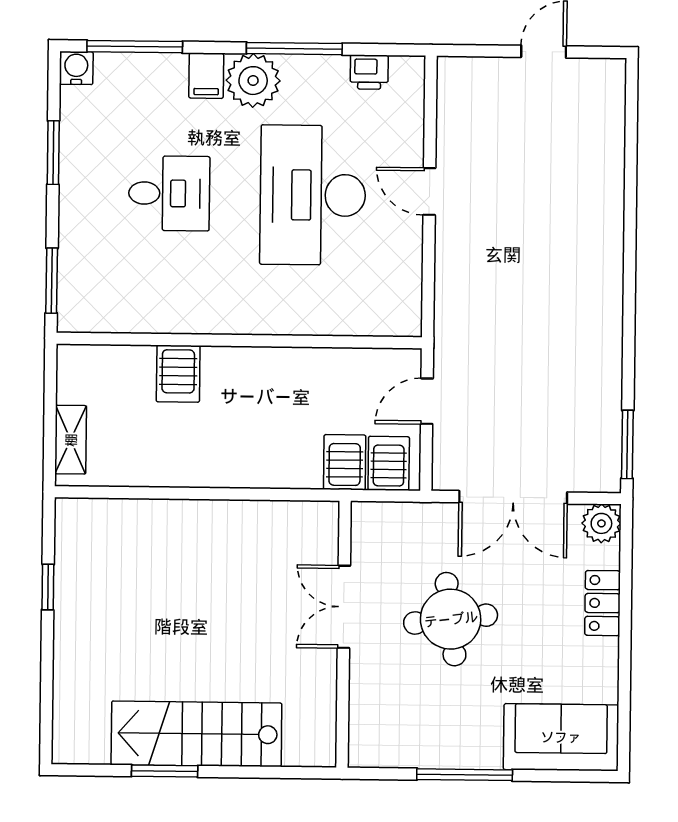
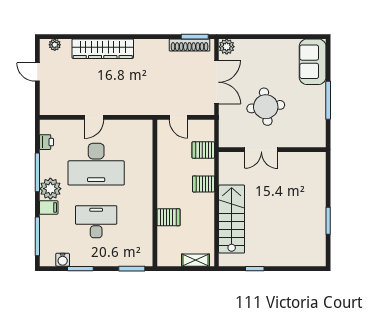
water cooler: (76, 68) -> (63, 260), moved, turned -90
plant: (611, 96) -> (55, 45), added
desk: (169, 193) -> (96, 222), width x1.37
wardrobe: (600, 215) -> (103, 49), added
shoe rack: (607, 431) -> (190, 45), added
server rack: (389, 463) -> (203, 184), moved
locker: (603, 603) -> (259, 46), removed
stairs: (196, 734) -> (232, 219), moved, turned 180

